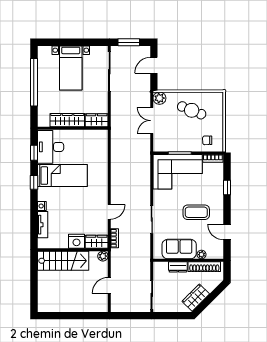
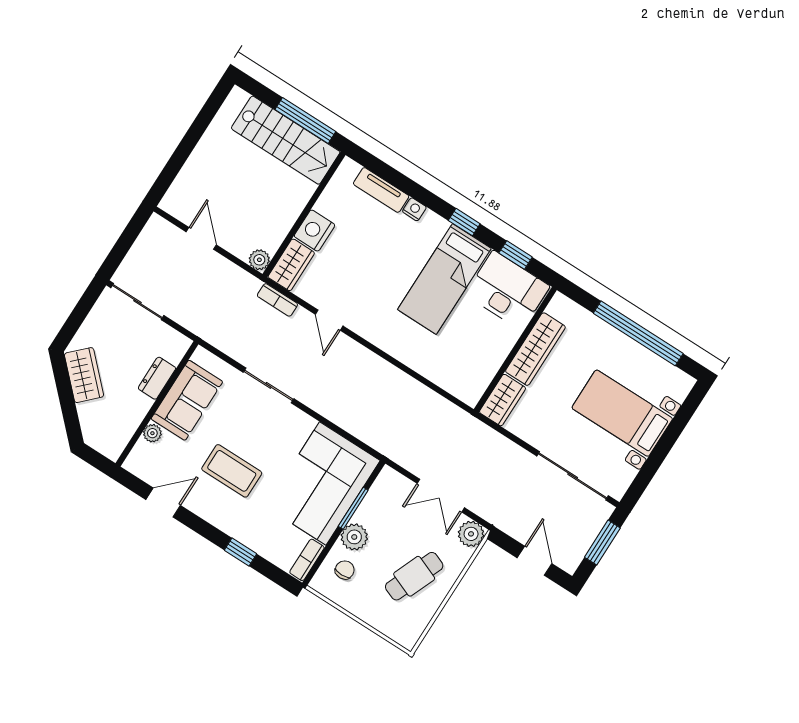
double door: (152, 121) -> (441, 496), swing flipped
plant: (191, 145) -> (354, 537), added
coffee table: (196, 212) -> (232, 471), turned 90
stairs: (63, 261) -> (286, 140), moved, turned -90
shoe rack: (204, 267) -> (128, 424), removed
window: (34, 274) -> (305, 121), added

